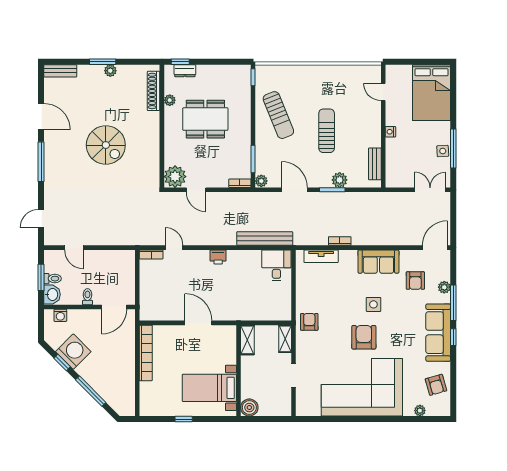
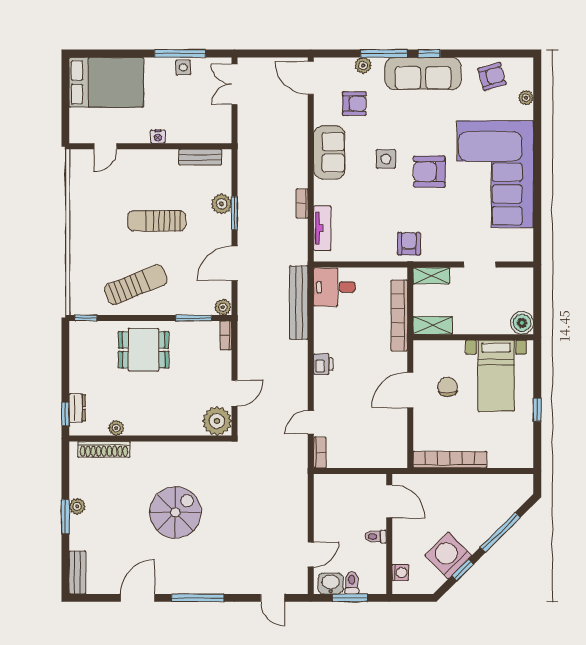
dining table: (205, 119) -> (144, 350), moved, width x0.73
washbasin: (52, 294) -> (331, 583), moved
bookcase: (255, 315) -> (399, 316), added
armchair: (309, 322) -> (409, 244), turned 90
chair: (201, 351) -> (448, 387), added

